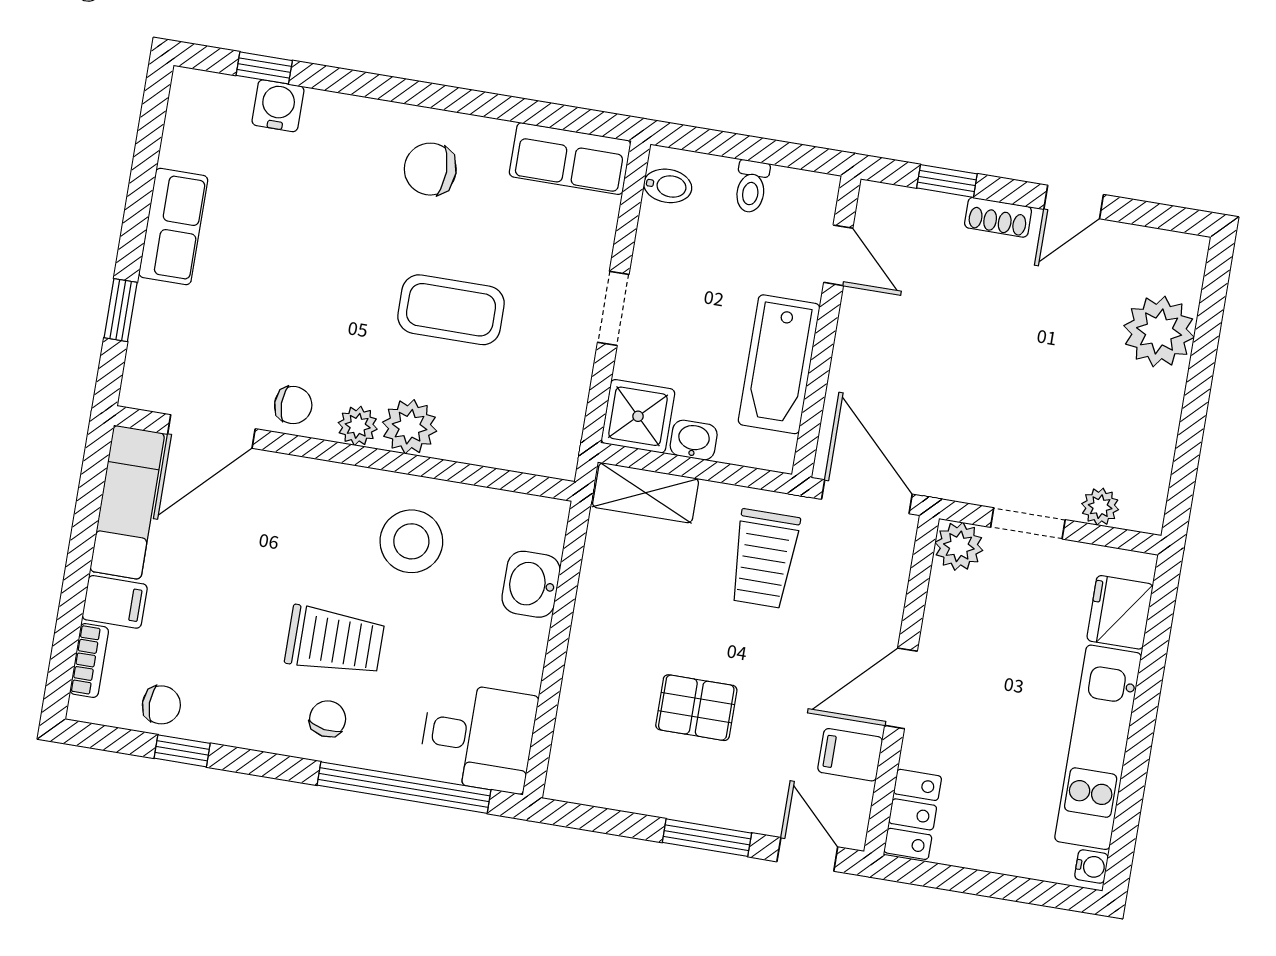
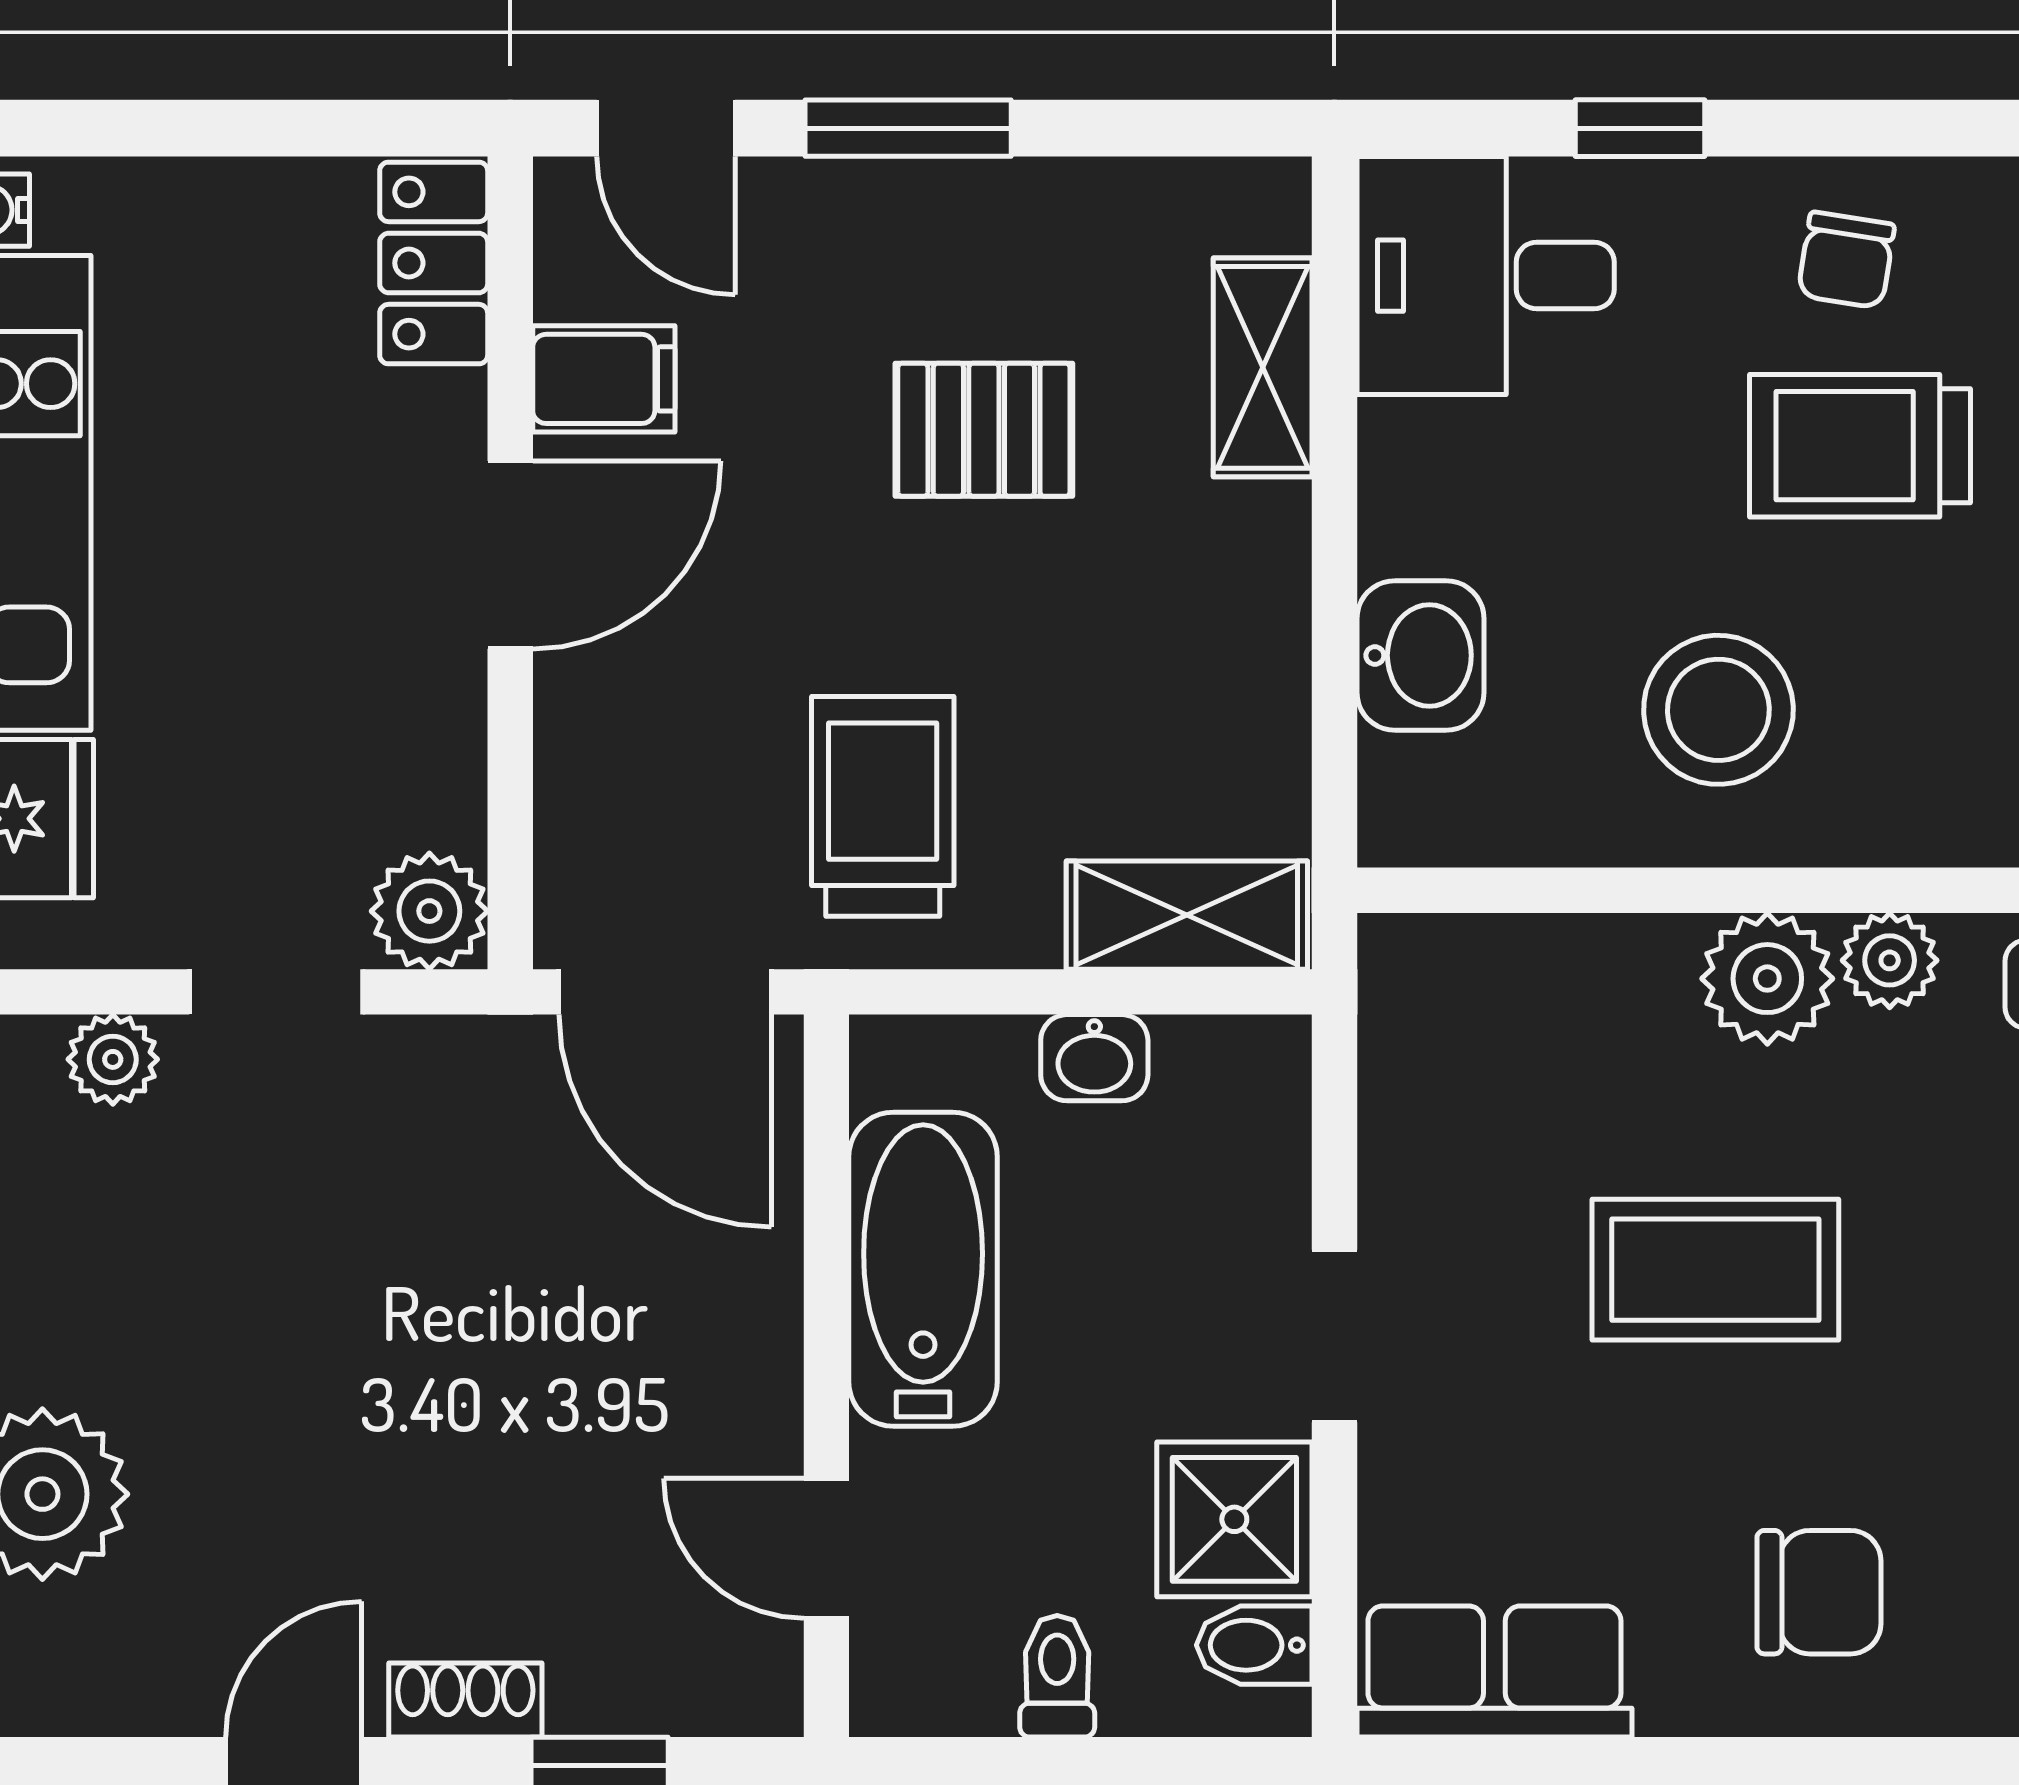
shower: (638, 416) -> (1234, 1519), moved
shelving: (577, 714) -> (1263, 367), added
window: (404, 788) -> (1640, 128), width x0.32

